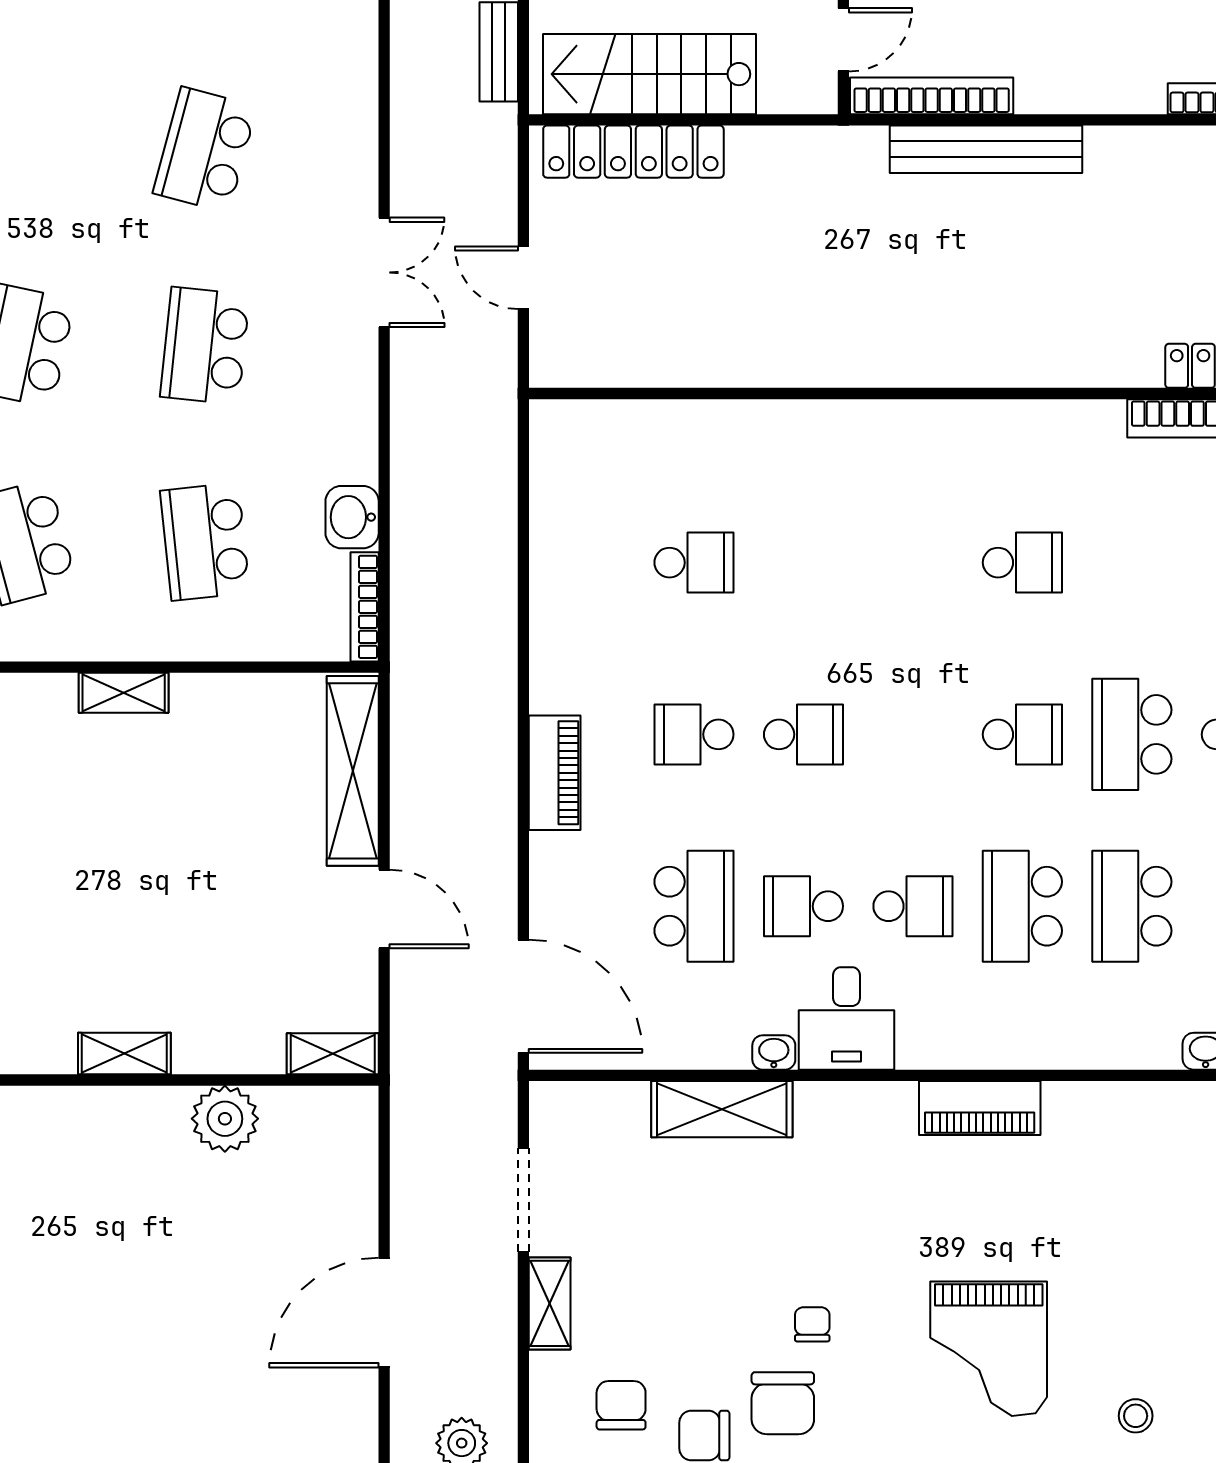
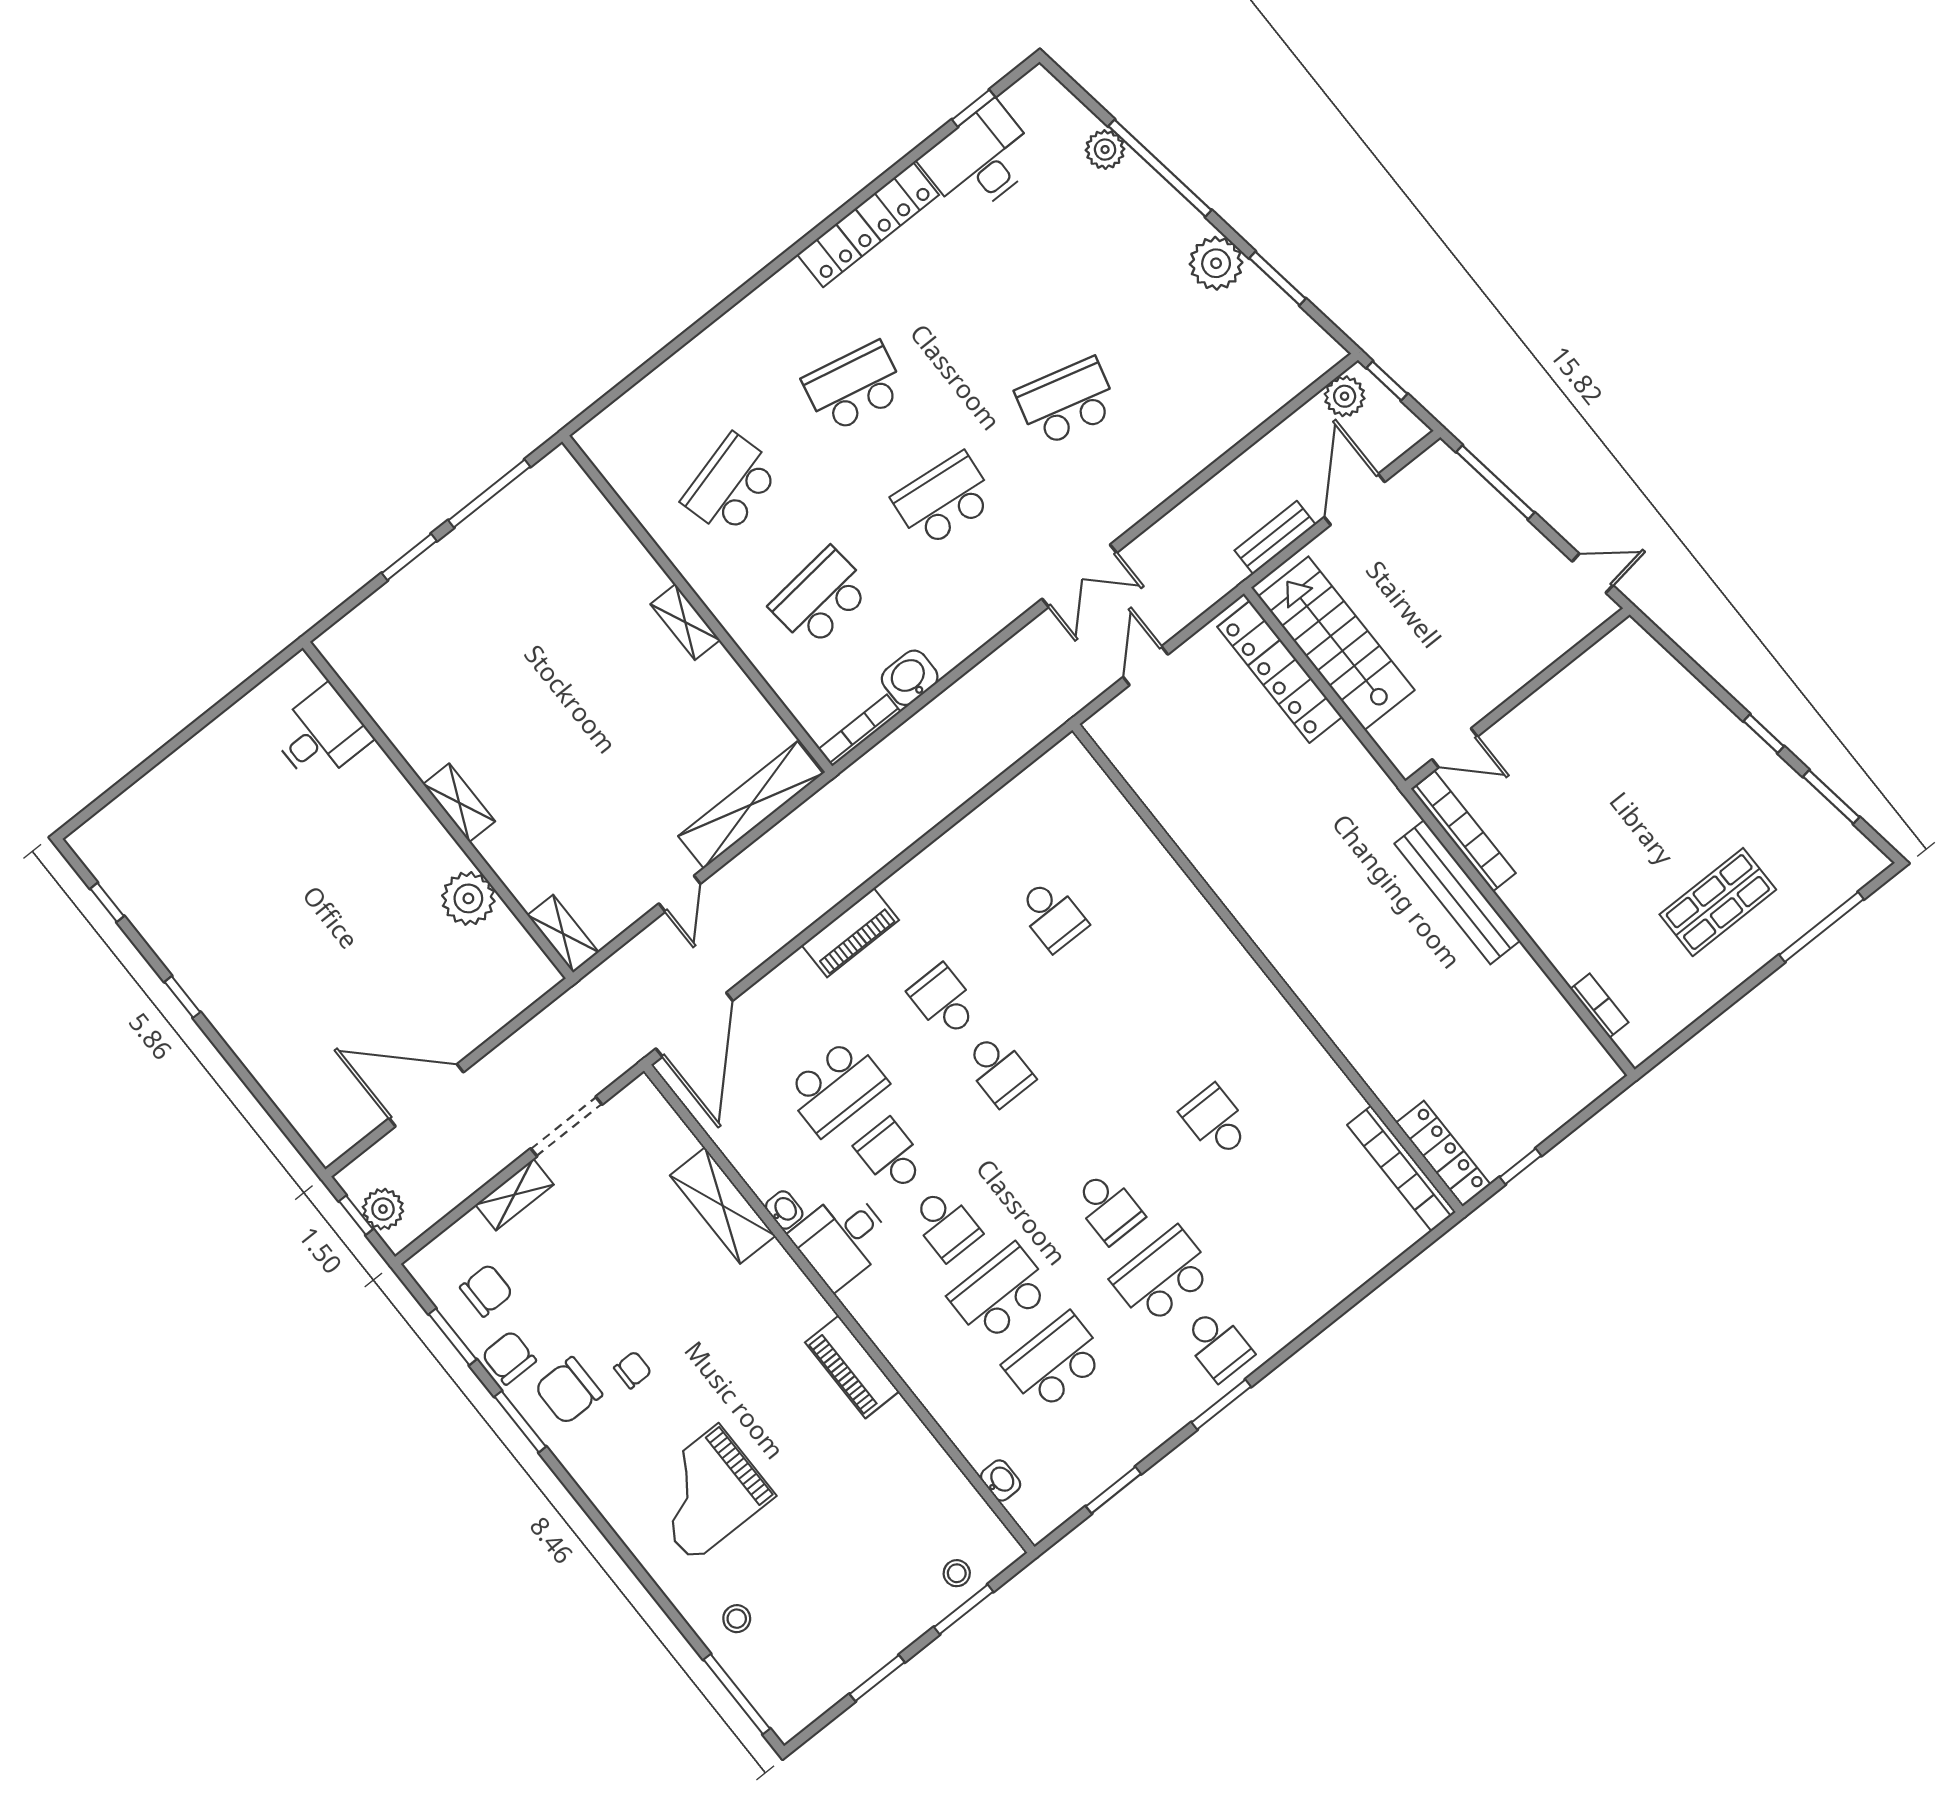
school desk: (1022, 563) -> (1216, 1121), turned 180
door: (384, 909) -> (680, 894), width x0.73

